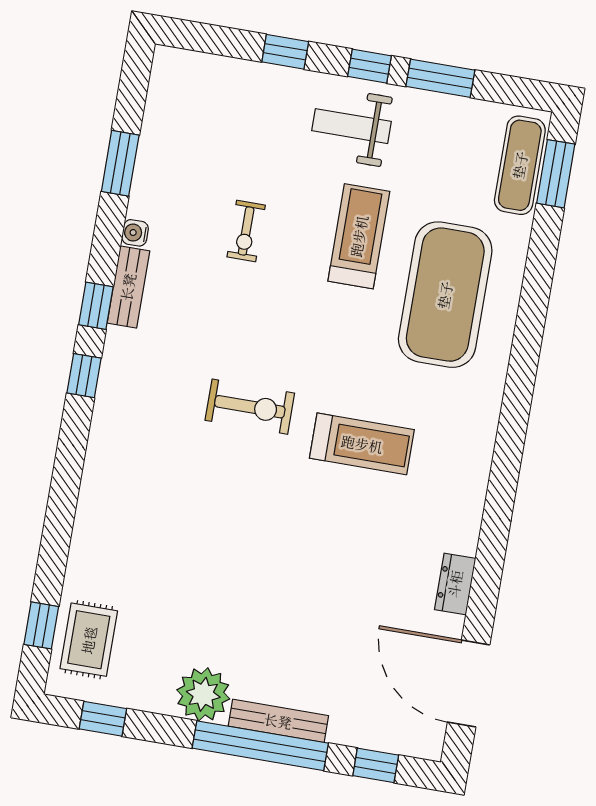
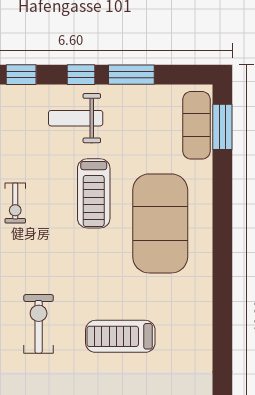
treadmill: (359, 236) -> (94, 193), turned 180
exercise bike: (250, 407) -> (39, 324), turned -90
treadmill: (362, 444) -> (120, 336), turned 180

